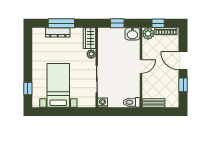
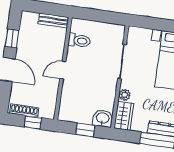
washbasin: (132, 34) -> (103, 118), moved
plant: (148, 34) -> (48, 111), removed
toilet: (132, 102) -> (79, 41), moved
washing machine: (103, 103) -> (119, 30), removed

